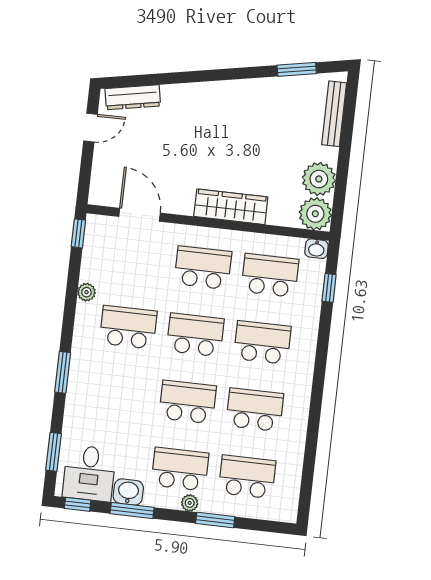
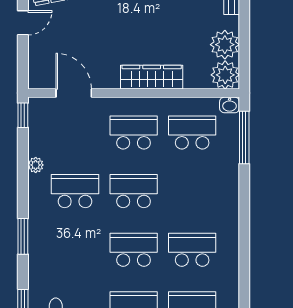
window: (329, 288) -> (244, 137), width x2.17
school desk: (262, 343) -> (192, 191), removed

